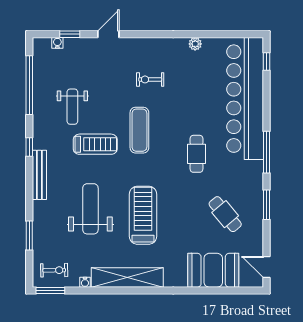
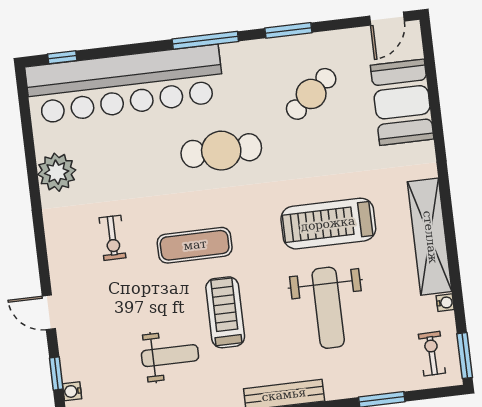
plant: (195, 44) -> (57, 172), width x1.87, depth x1.87
cafe table: (196, 154) -> (221, 151), width x1.37, depth x1.35
weight bench: (90, 209) -> (328, 308), turned -90

